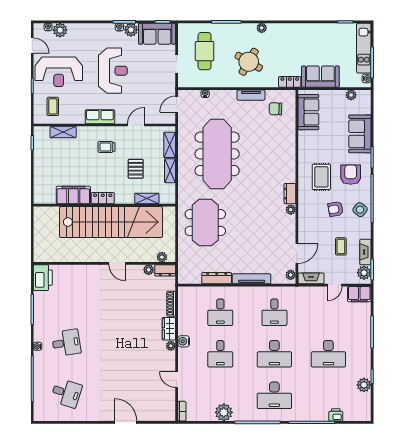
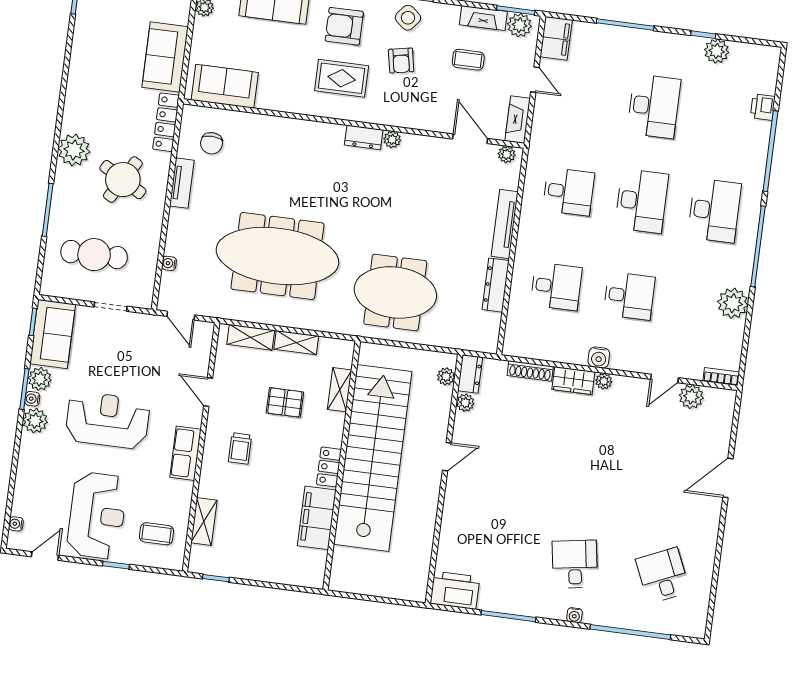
plant: (262, 28) -> (74, 150), width x1.87, depth x1.87
plant: (60, 30) -> (35, 421), moved
locker: (290, 82) -> (166, 122), width x1.53
desk: (66, 393) -> (663, 575), turned -42
plant: (168, 396) -> (691, 397), added

